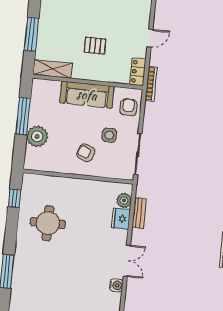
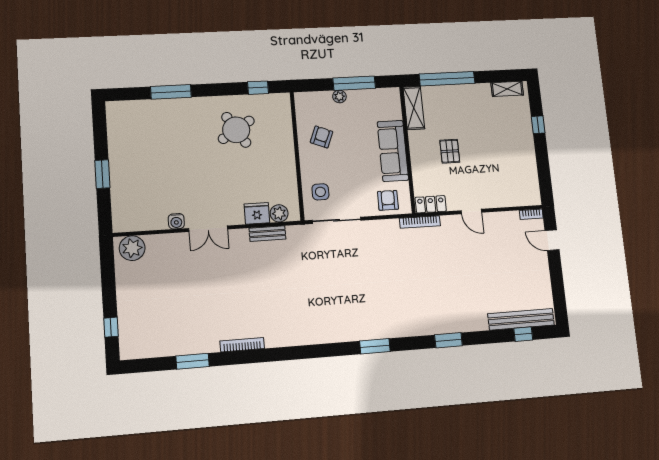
window: (31, 34) -> (447, 79), width x1.46
armchair: (128, 107) -> (388, 200), turned -90
side table: (109, 135) -> (320, 192), moved
plant: (37, 136) -> (339, 96), width x0.53, depth x0.53
armchair: (86, 153) -> (322, 137), moved
round table: (48, 223) -> (236, 130), turned -32

